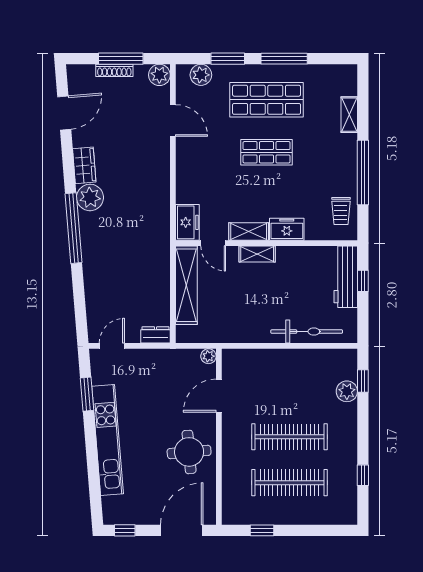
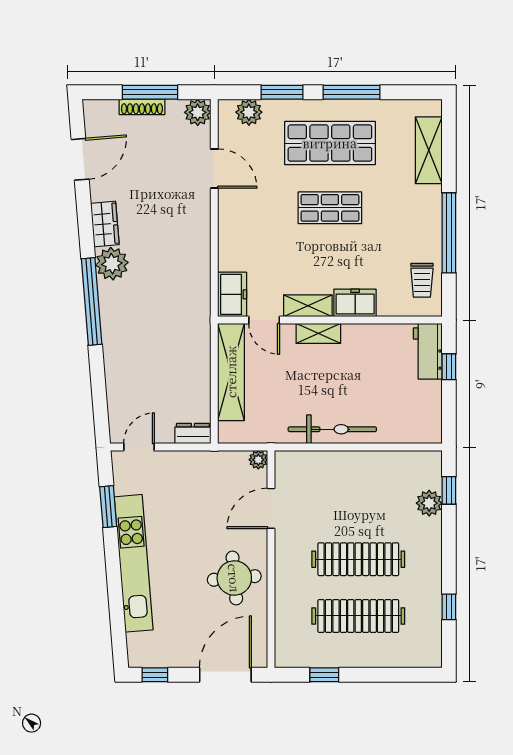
shelving: (349, 115) -> (429, 150), width x1.50, depth x1.33
workbench: (346, 277) -> (428, 351), width x0.73
bicycle: (307, 332) -> (332, 429), moved

